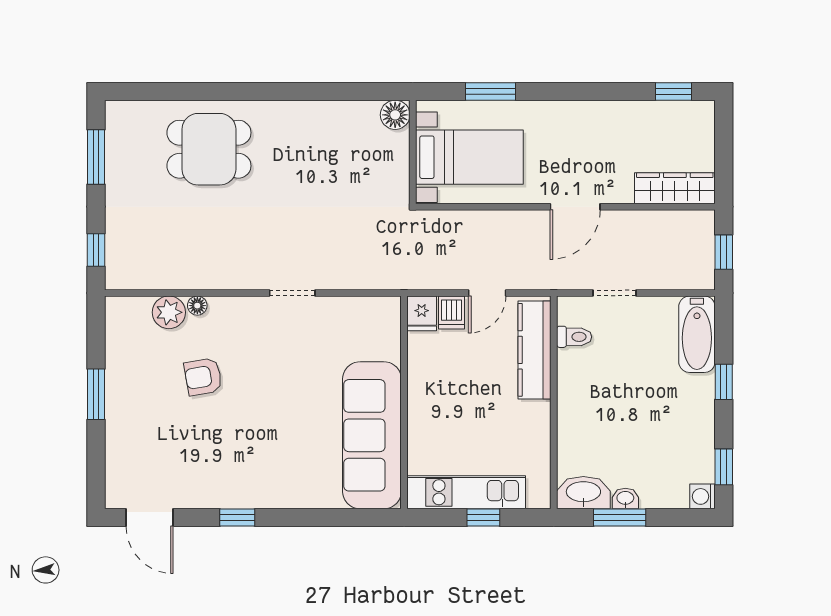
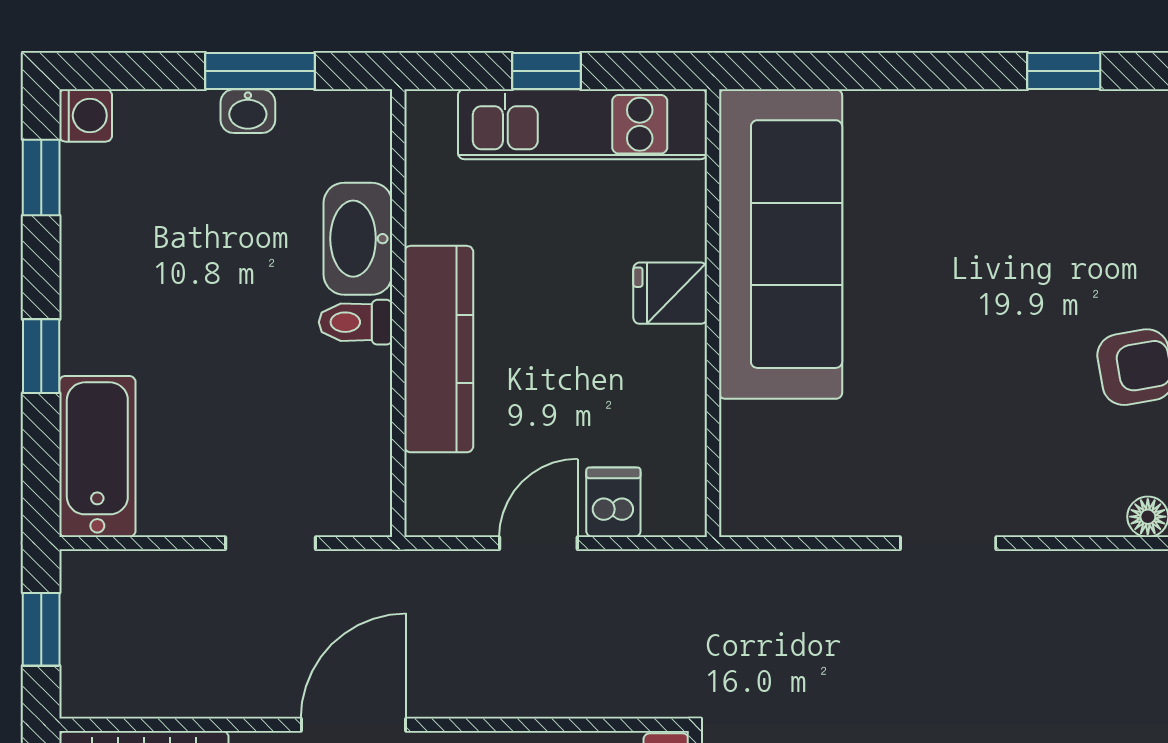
fridge: (422, 313) -> (670, 293), moved, turned -90
toilet: (574, 337) -> (356, 322), moved
kitchen counter: (535, 350) -> (439, 349), moved
washbasin: (583, 493) -> (358, 239), moved, turned 90

